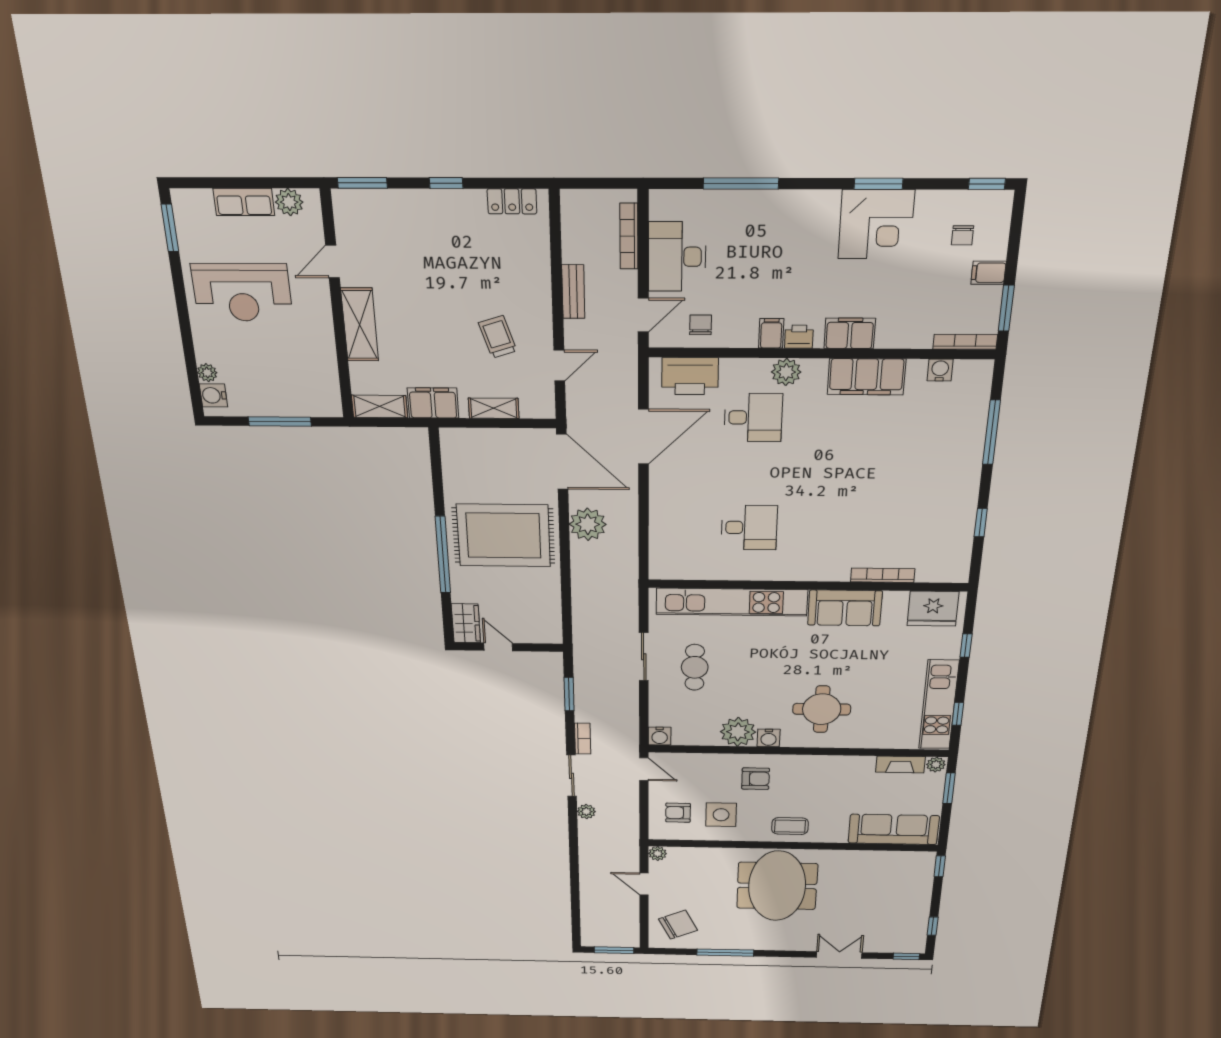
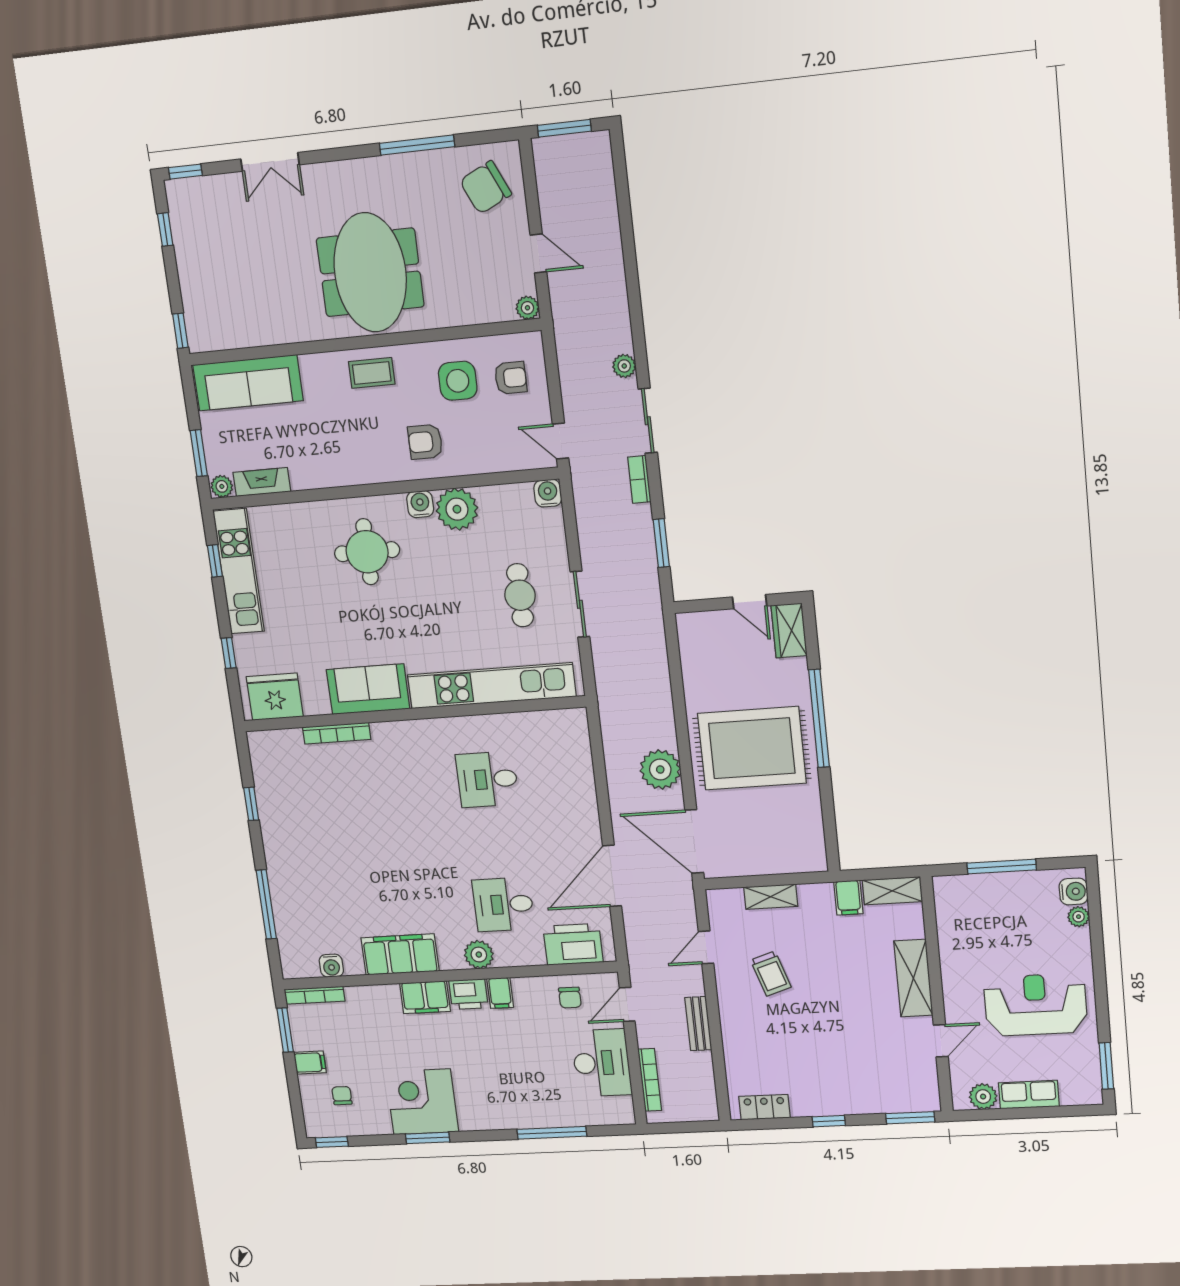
printer: (799, 337) -> (468, 994), width x1.36, depth x1.24
filing cabinet: (433, 403) -> (848, 898), width x0.50

